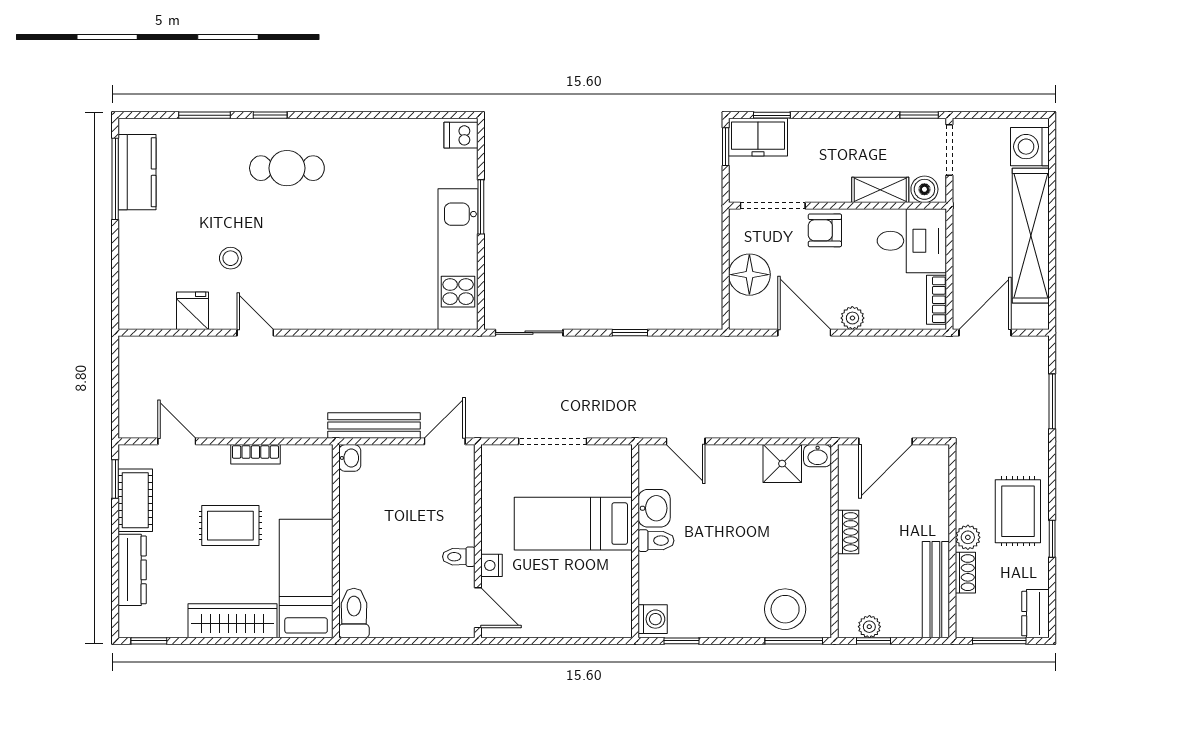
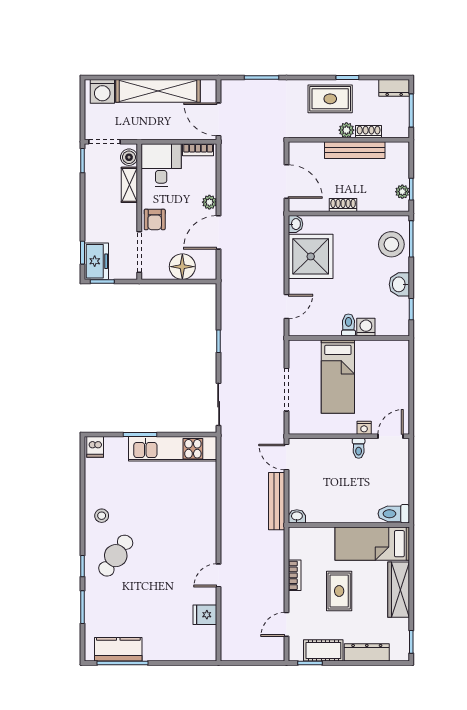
cafe table: (287, 168) -> (116, 556), turned 35
stool: (231, 258) -> (102, 516), moved
shower: (782, 464) -> (311, 256), width x1.86, depth x1.86
washbasin: (654, 508) -> (399, 284), moved, turned -90
bench: (936, 590) -> (355, 150), moved
washing machine: (653, 619) -> (366, 327), moved

